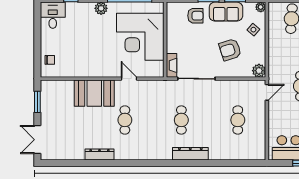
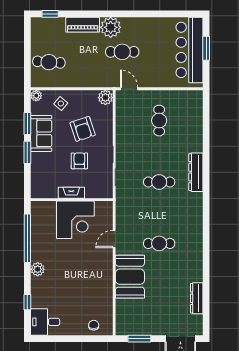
armchair: (195, 16) -> (79, 161), moved
corner desk: (140, 37) -> (75, 220), width x0.74, depth x0.74
fireplace: (171, 65) -> (71, 193), moved
cafe table: (238, 120) -> (159, 121), turned 90
dresser: (100, 154) -> (197, 298), moved

